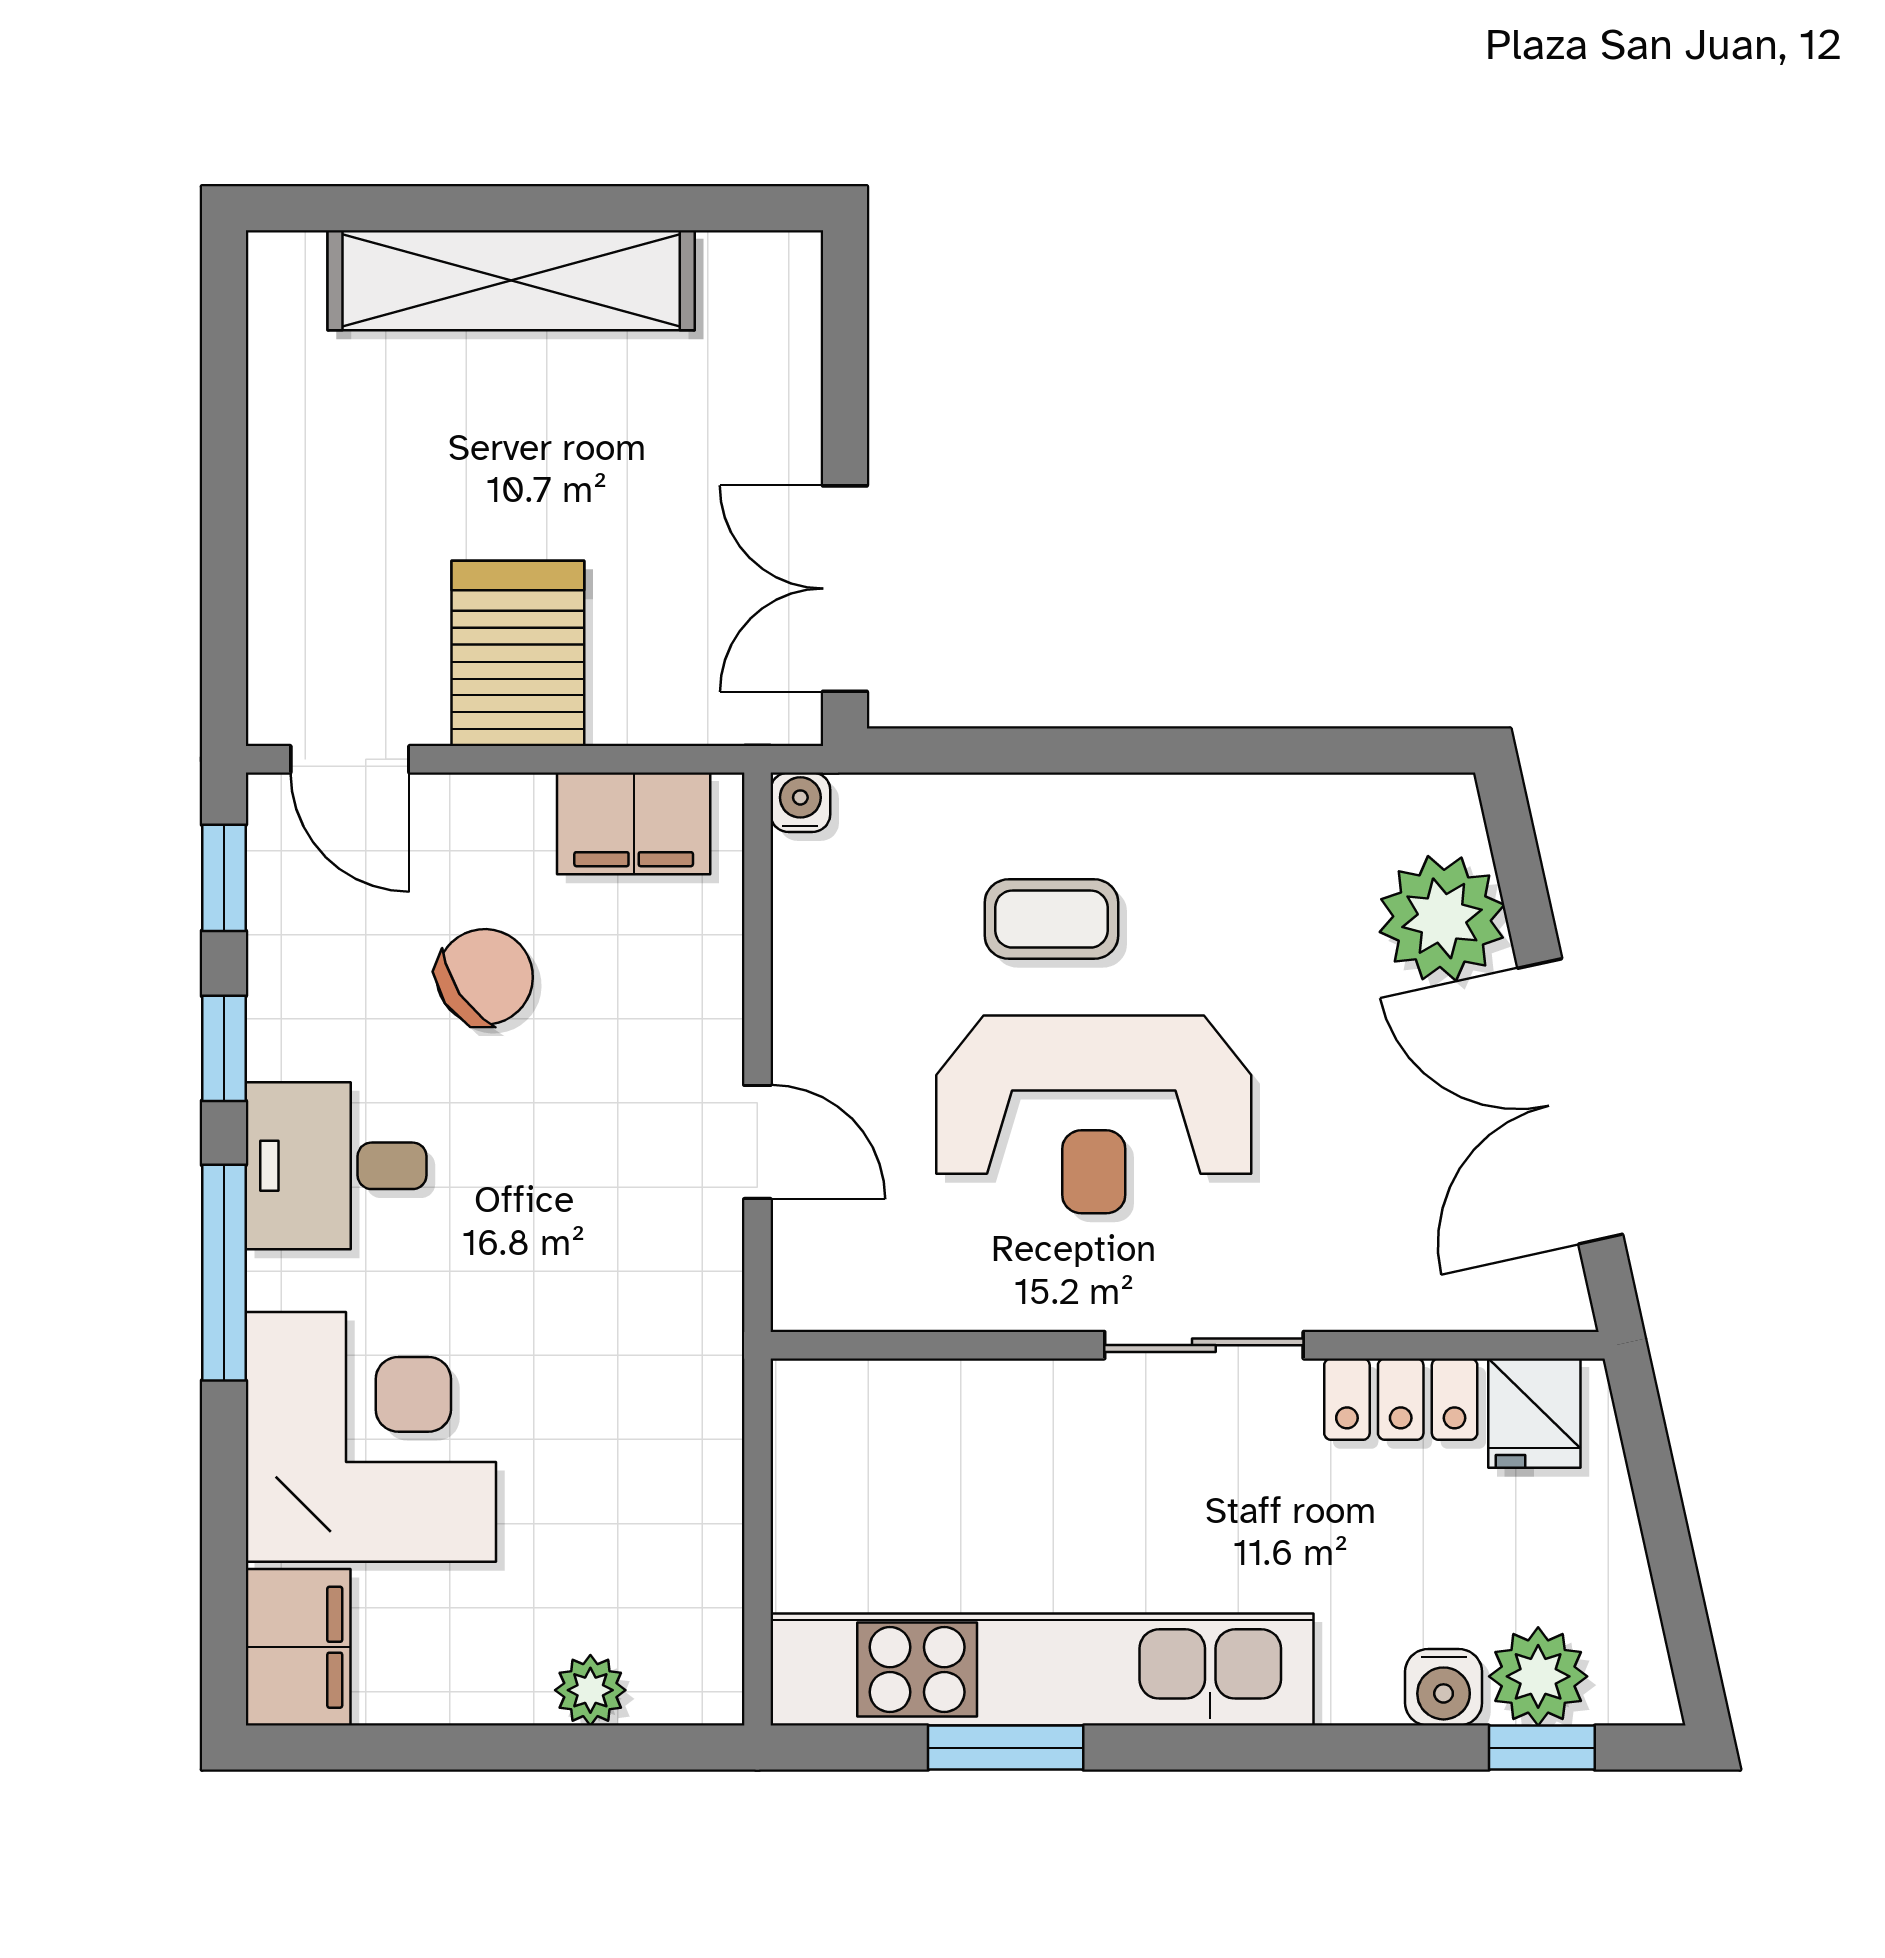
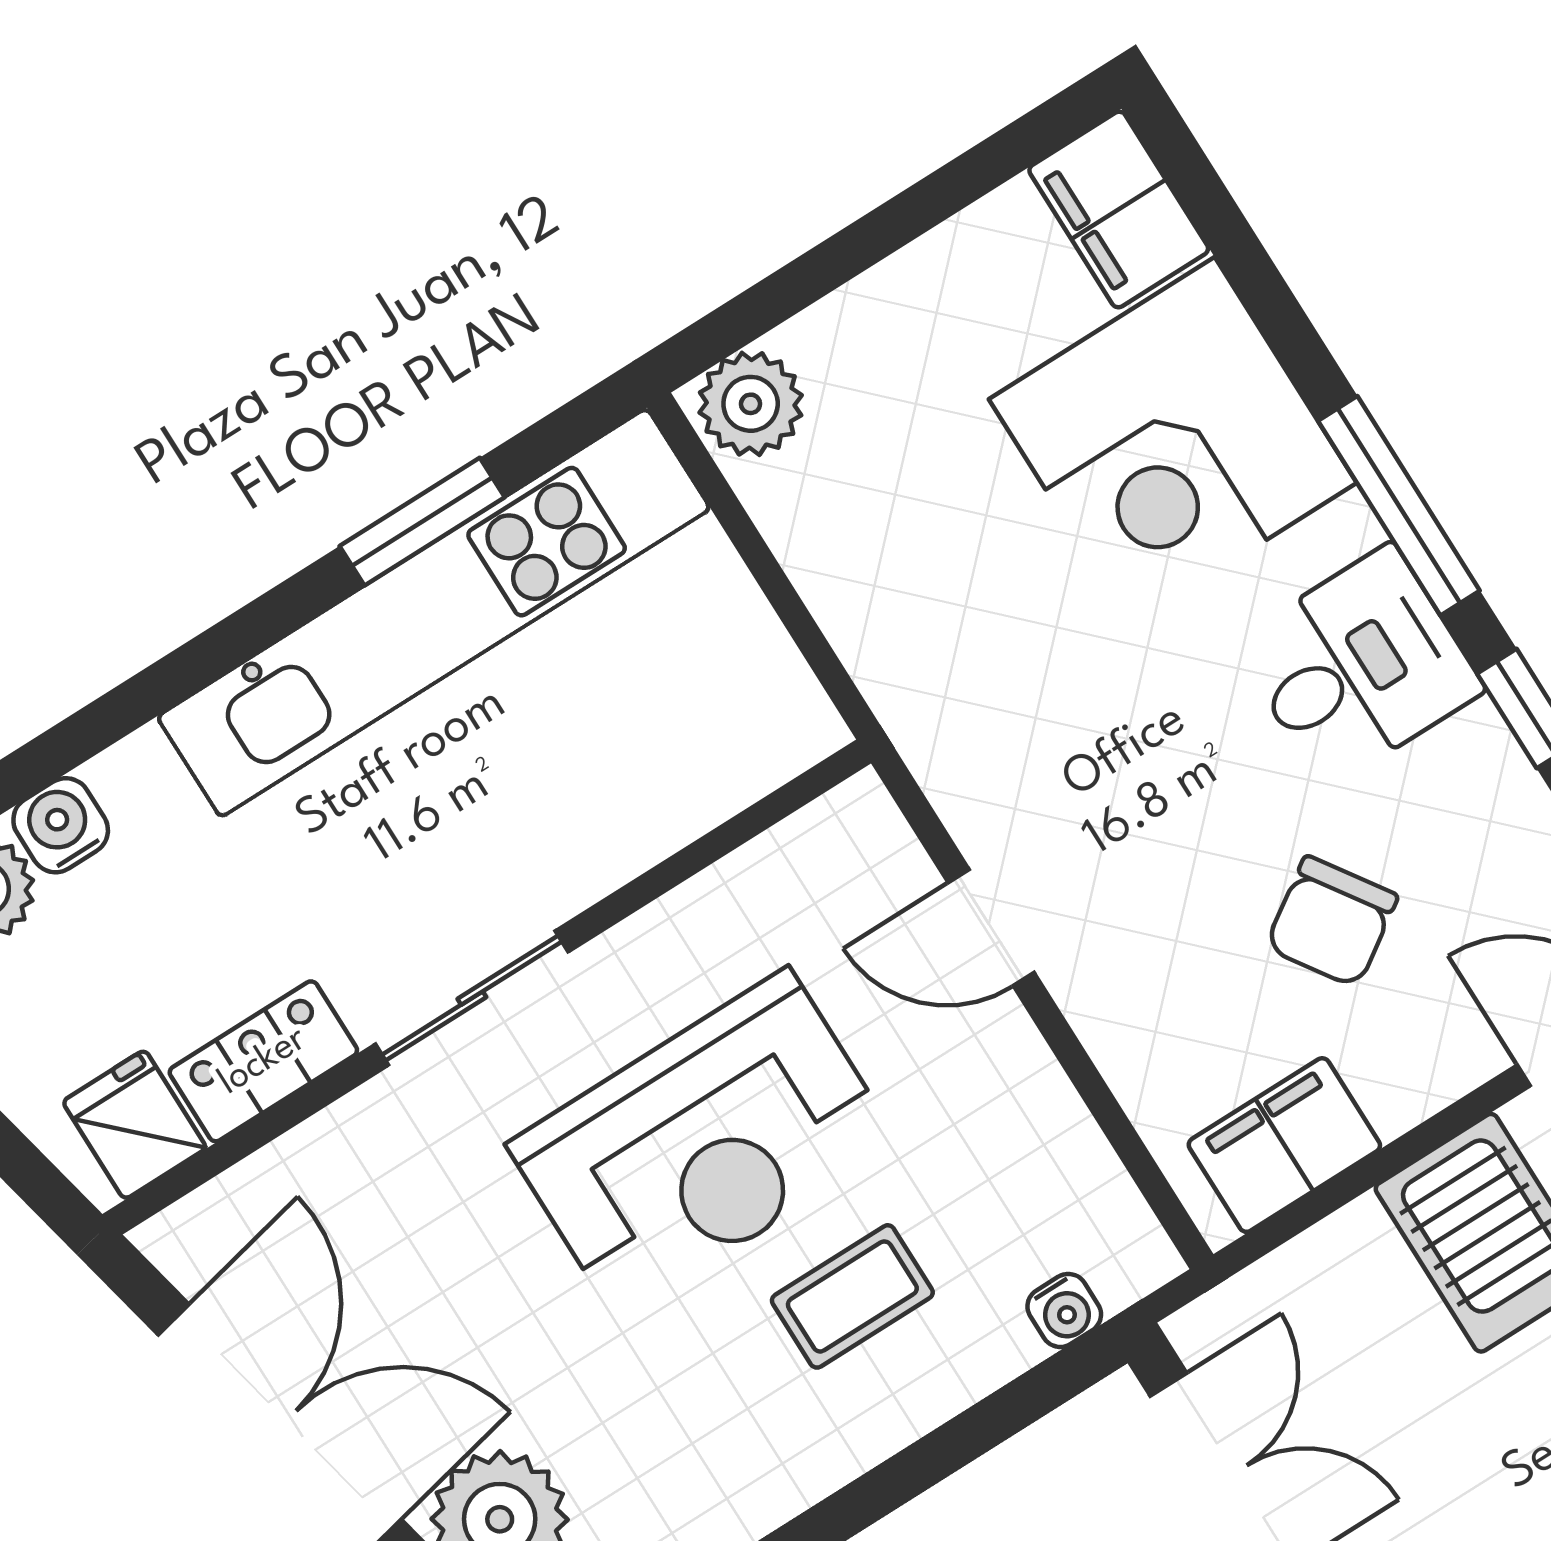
water cooler: (800, 802) -> (1064, 1310), moved
reception desk: (1094, 1114) -> (703, 1144), turned 180
plant: (590, 1690) -> (751, 404), moved, width x1.38, depth x1.38

